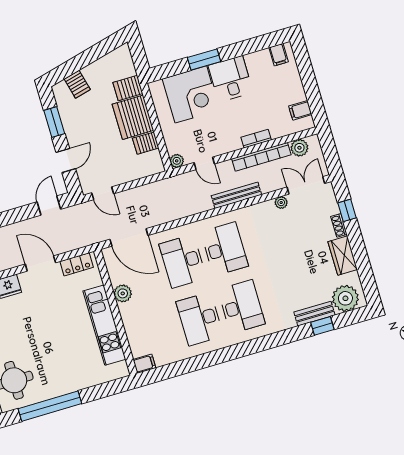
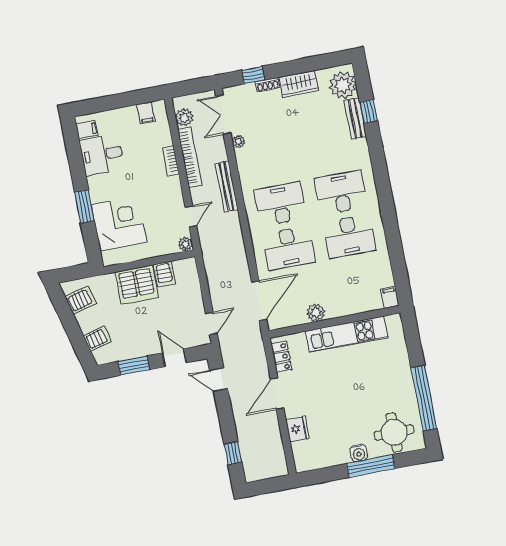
desk: (230, 79) -> (102, 155), moved
server rack: (128, 88) -> (81, 300), moved, turned -104

